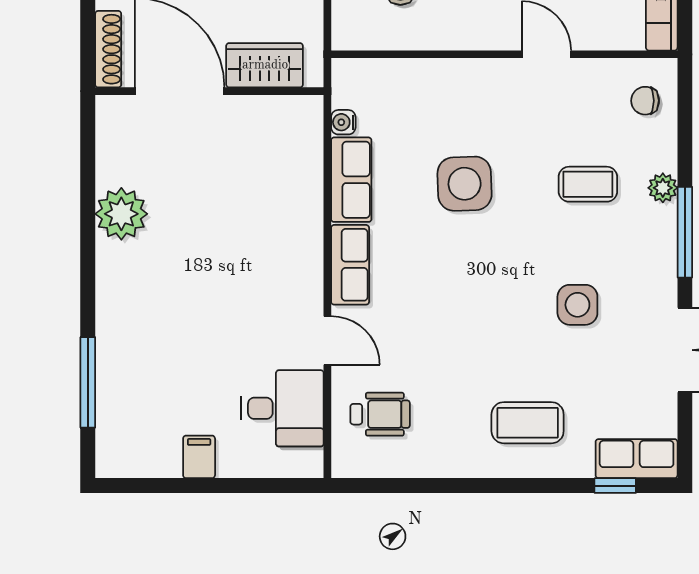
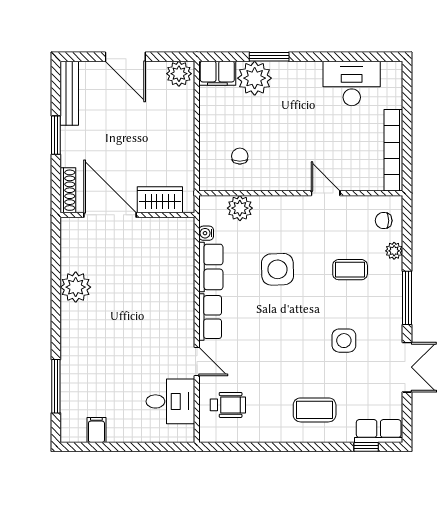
plant: (401, 80) -> (240, 208), added
plant: (663, 188) -> (394, 251), moved
filing cabinet: (199, 457) -> (96, 430), moved

